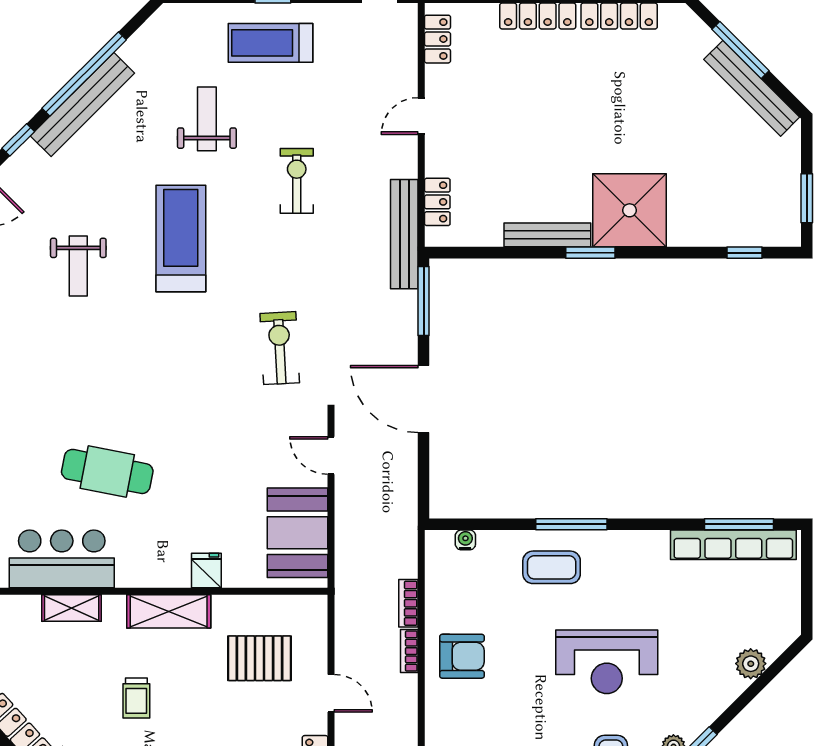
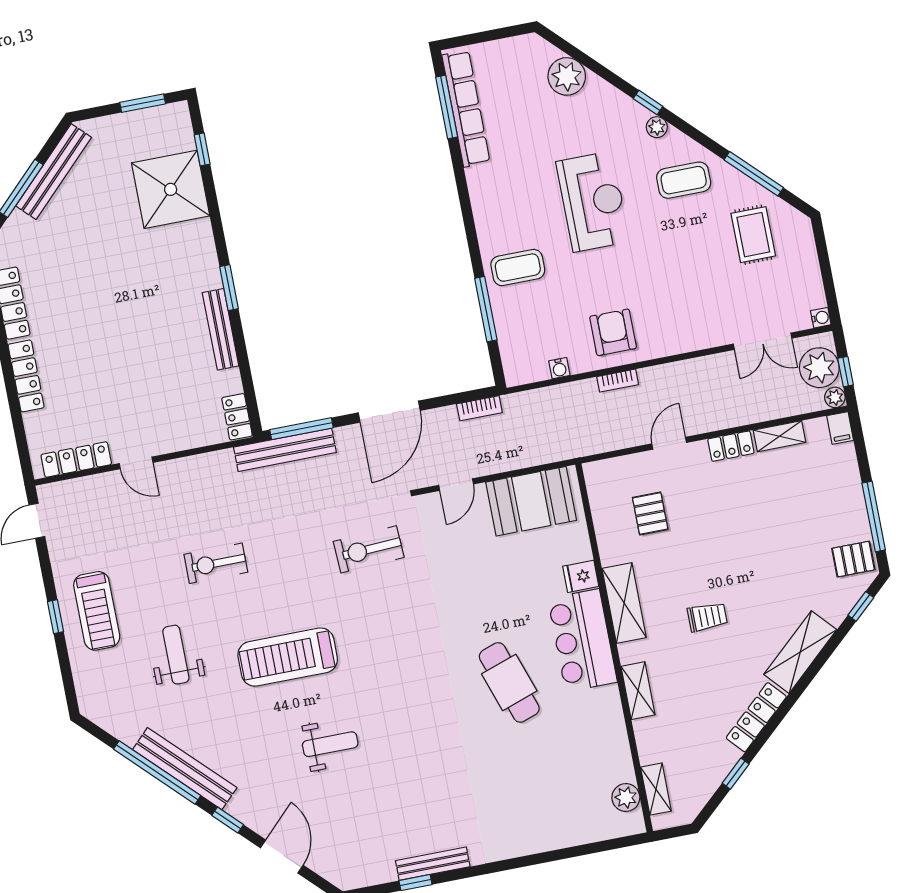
locker: (437, 39) -> (76, 460), width x1.53
weight bench: (207, 119) -> (176, 655), turned 90
locker: (437, 202) -> (237, 417), moved, turned -90
shower: (630, 210) -> (171, 189), moved
bench: (404, 234) -> (285, 450), moved
cafe table: (107, 471) -> (509, 682), turned -30
window: (571, 524) -> (486, 309), moved
water cooler: (465, 540) -> (559, 368), moved, turned -90
bar counter: (62, 559) -> (582, 640), moved
coffee table: (552, 567) -> (518, 268), turned 90
bookcase: (408, 603) -> (479, 408), moved
pallet: (259, 658) -> (650, 513), width x0.67, depth x0.71
plant: (751, 664) -> (567, 76), width x1.36, depth x1.36

